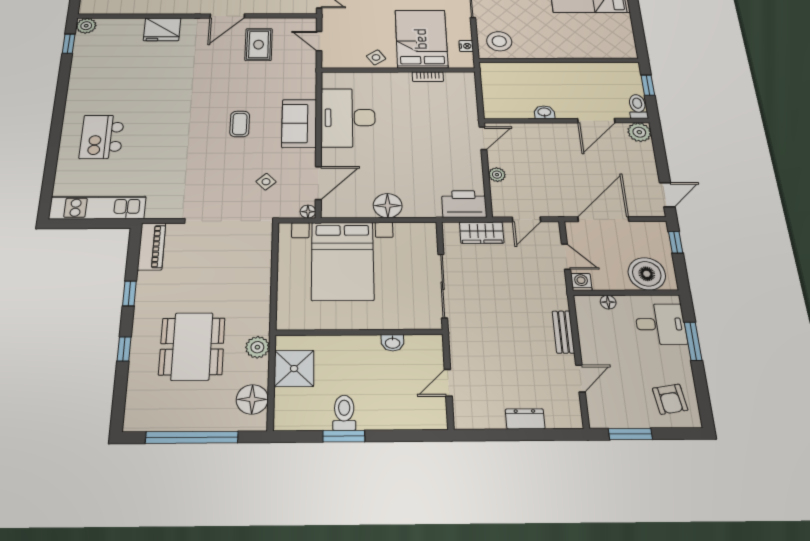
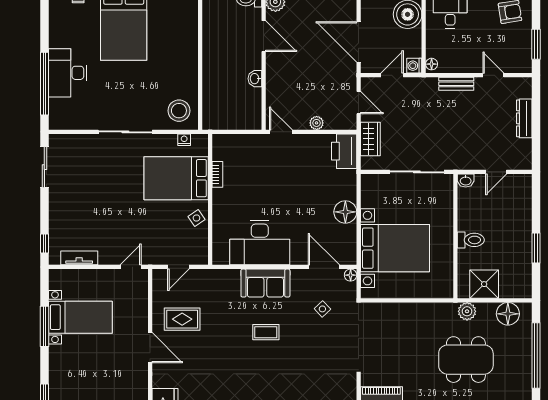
floor lamp: (608, 302) -> (432, 64), moved
washbasin: (393, 343) -> (466, 181), moved, turned 90
door: (448, 383) -> (496, 172), hinge flipped
toilet: (344, 413) -> (471, 240), moved, turned 180
dresser: (525, 419) -> (524, 118), width x1.44

